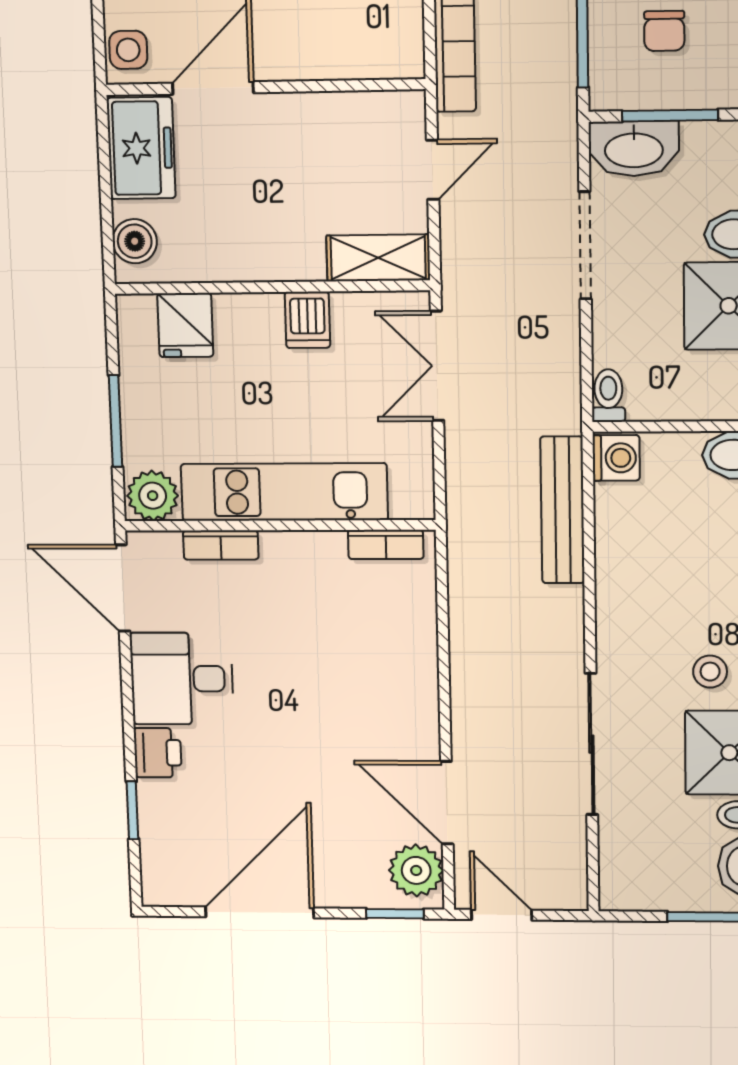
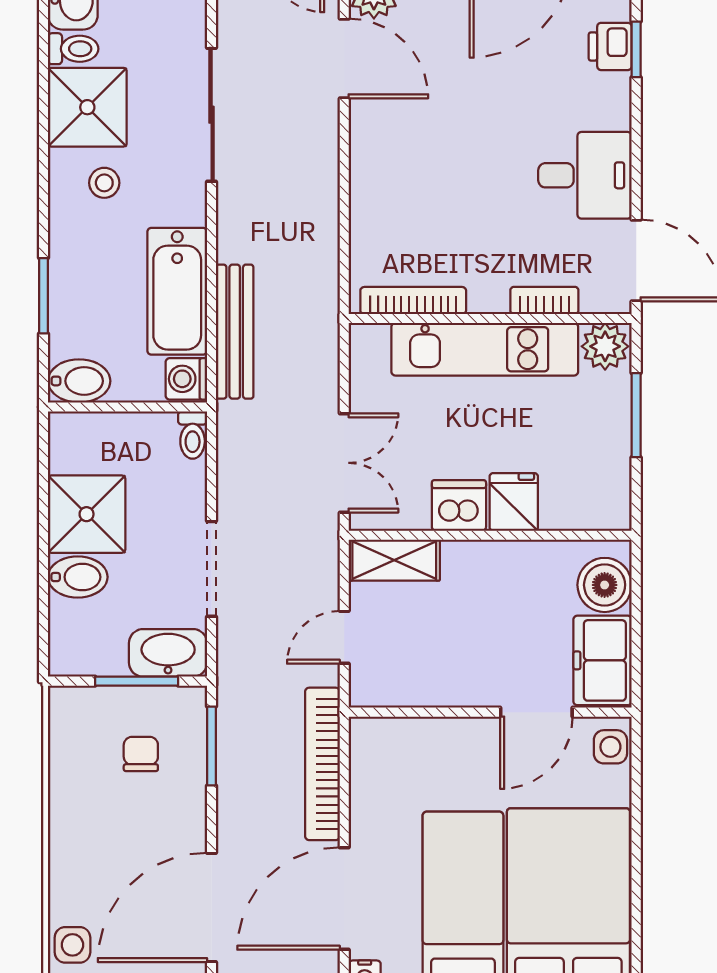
boiler: (135, 241) -> (605, 585), width x1.36, depth x1.36
dishwasher: (307, 320) -> (459, 505), width x1.38
fridge: (185, 325) -> (514, 502), moved
bookcase: (386, 544) -> (413, 301), width x1.56
bathtub: (627, 554) -> (177, 291), added
printer: (158, 753) -> (610, 46), moved

